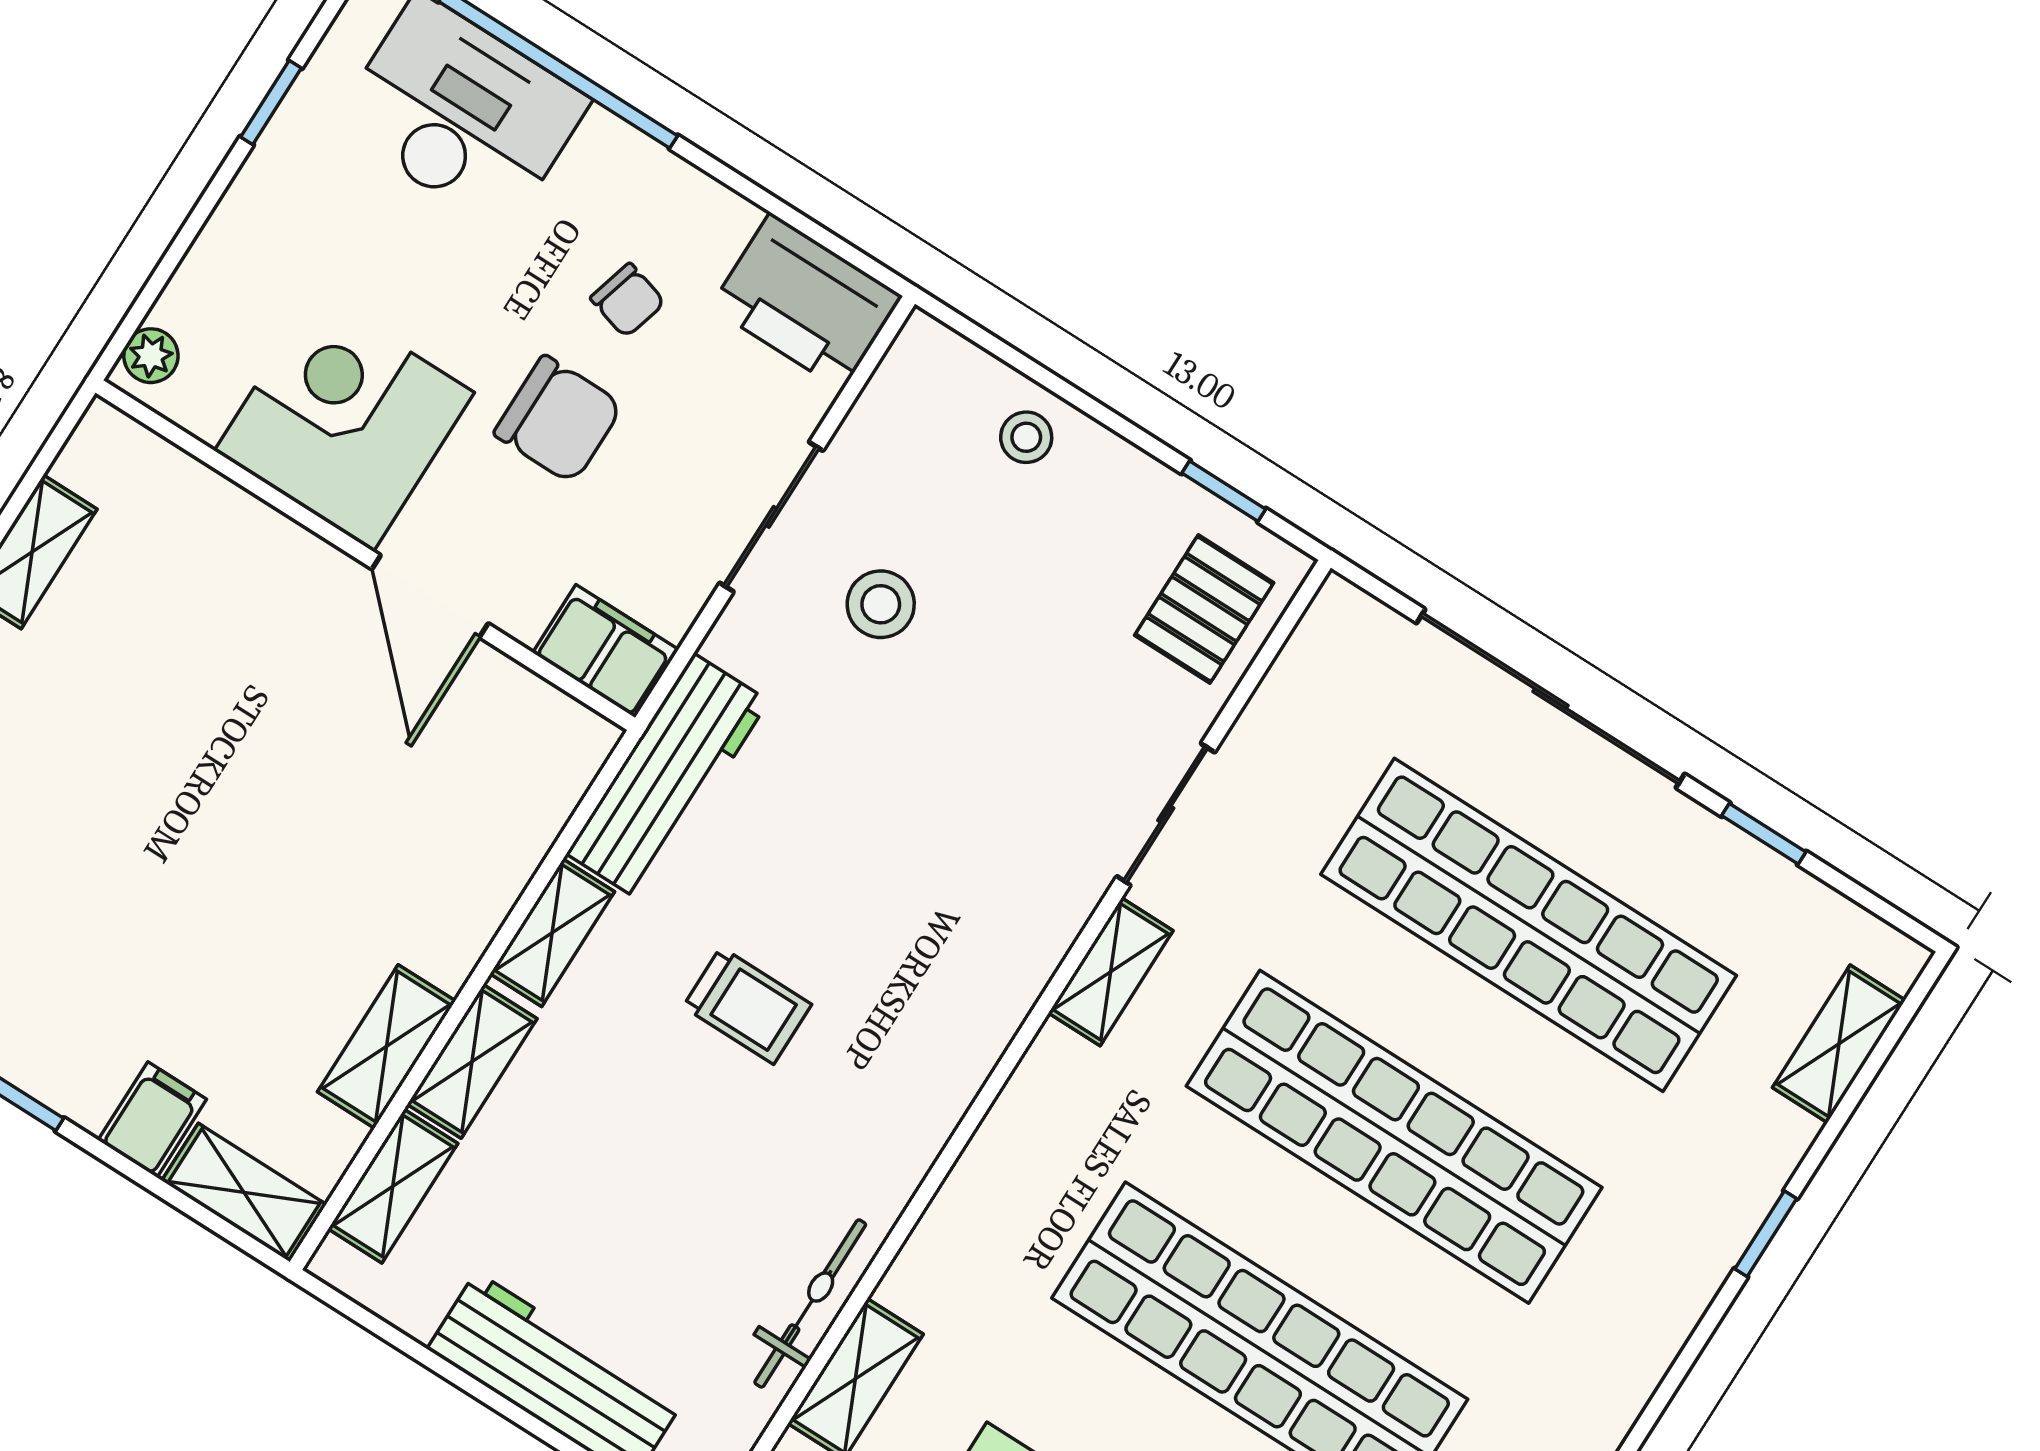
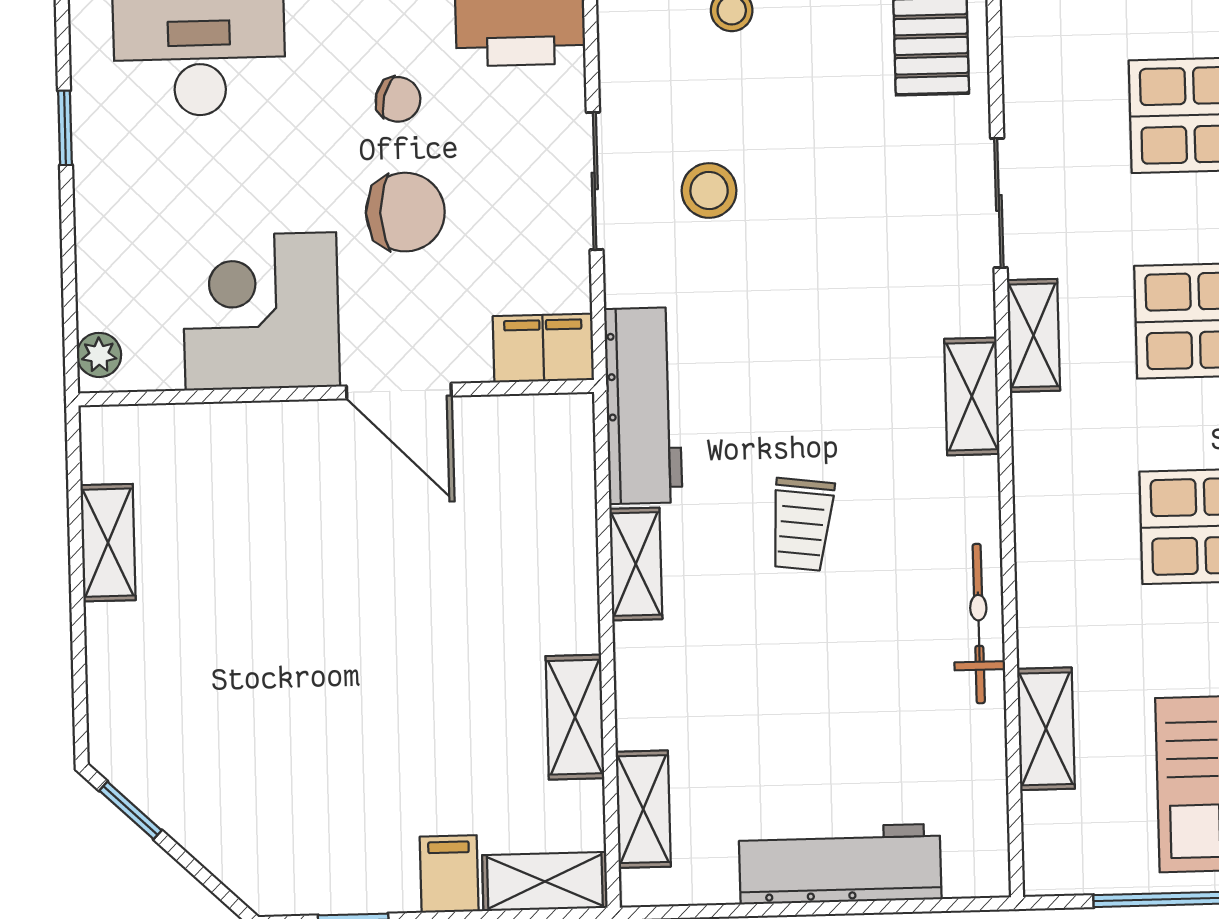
trolley: (747, 1006) -> (802, 524), turned 97
shelving: (472, 1061) -> (972, 396), moved
bicycle: (810, 1303) -> (979, 624), moved

